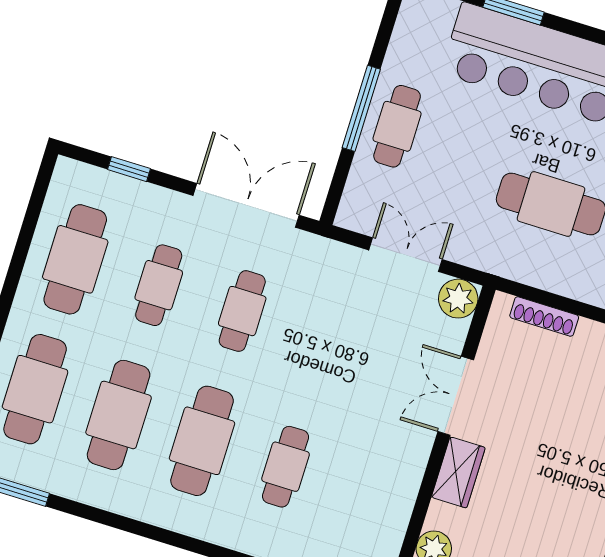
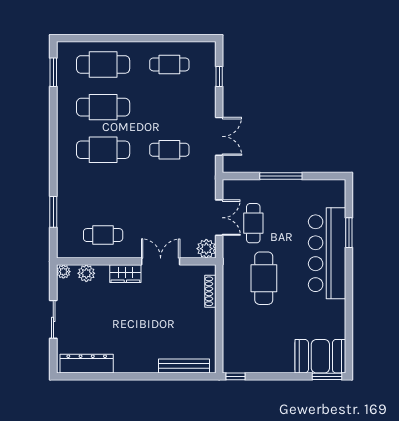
cafe table: (397, 126) -> (253, 223), moved, turned 90
double door: (246, 205) -> (219, 136), width x0.73
cafe table: (75, 259) -> (169, 64), width x0.73, depth x0.74
cafe table: (159, 285) -> (169, 107), removed
cafe table: (286, 467) -> (103, 235), moved

